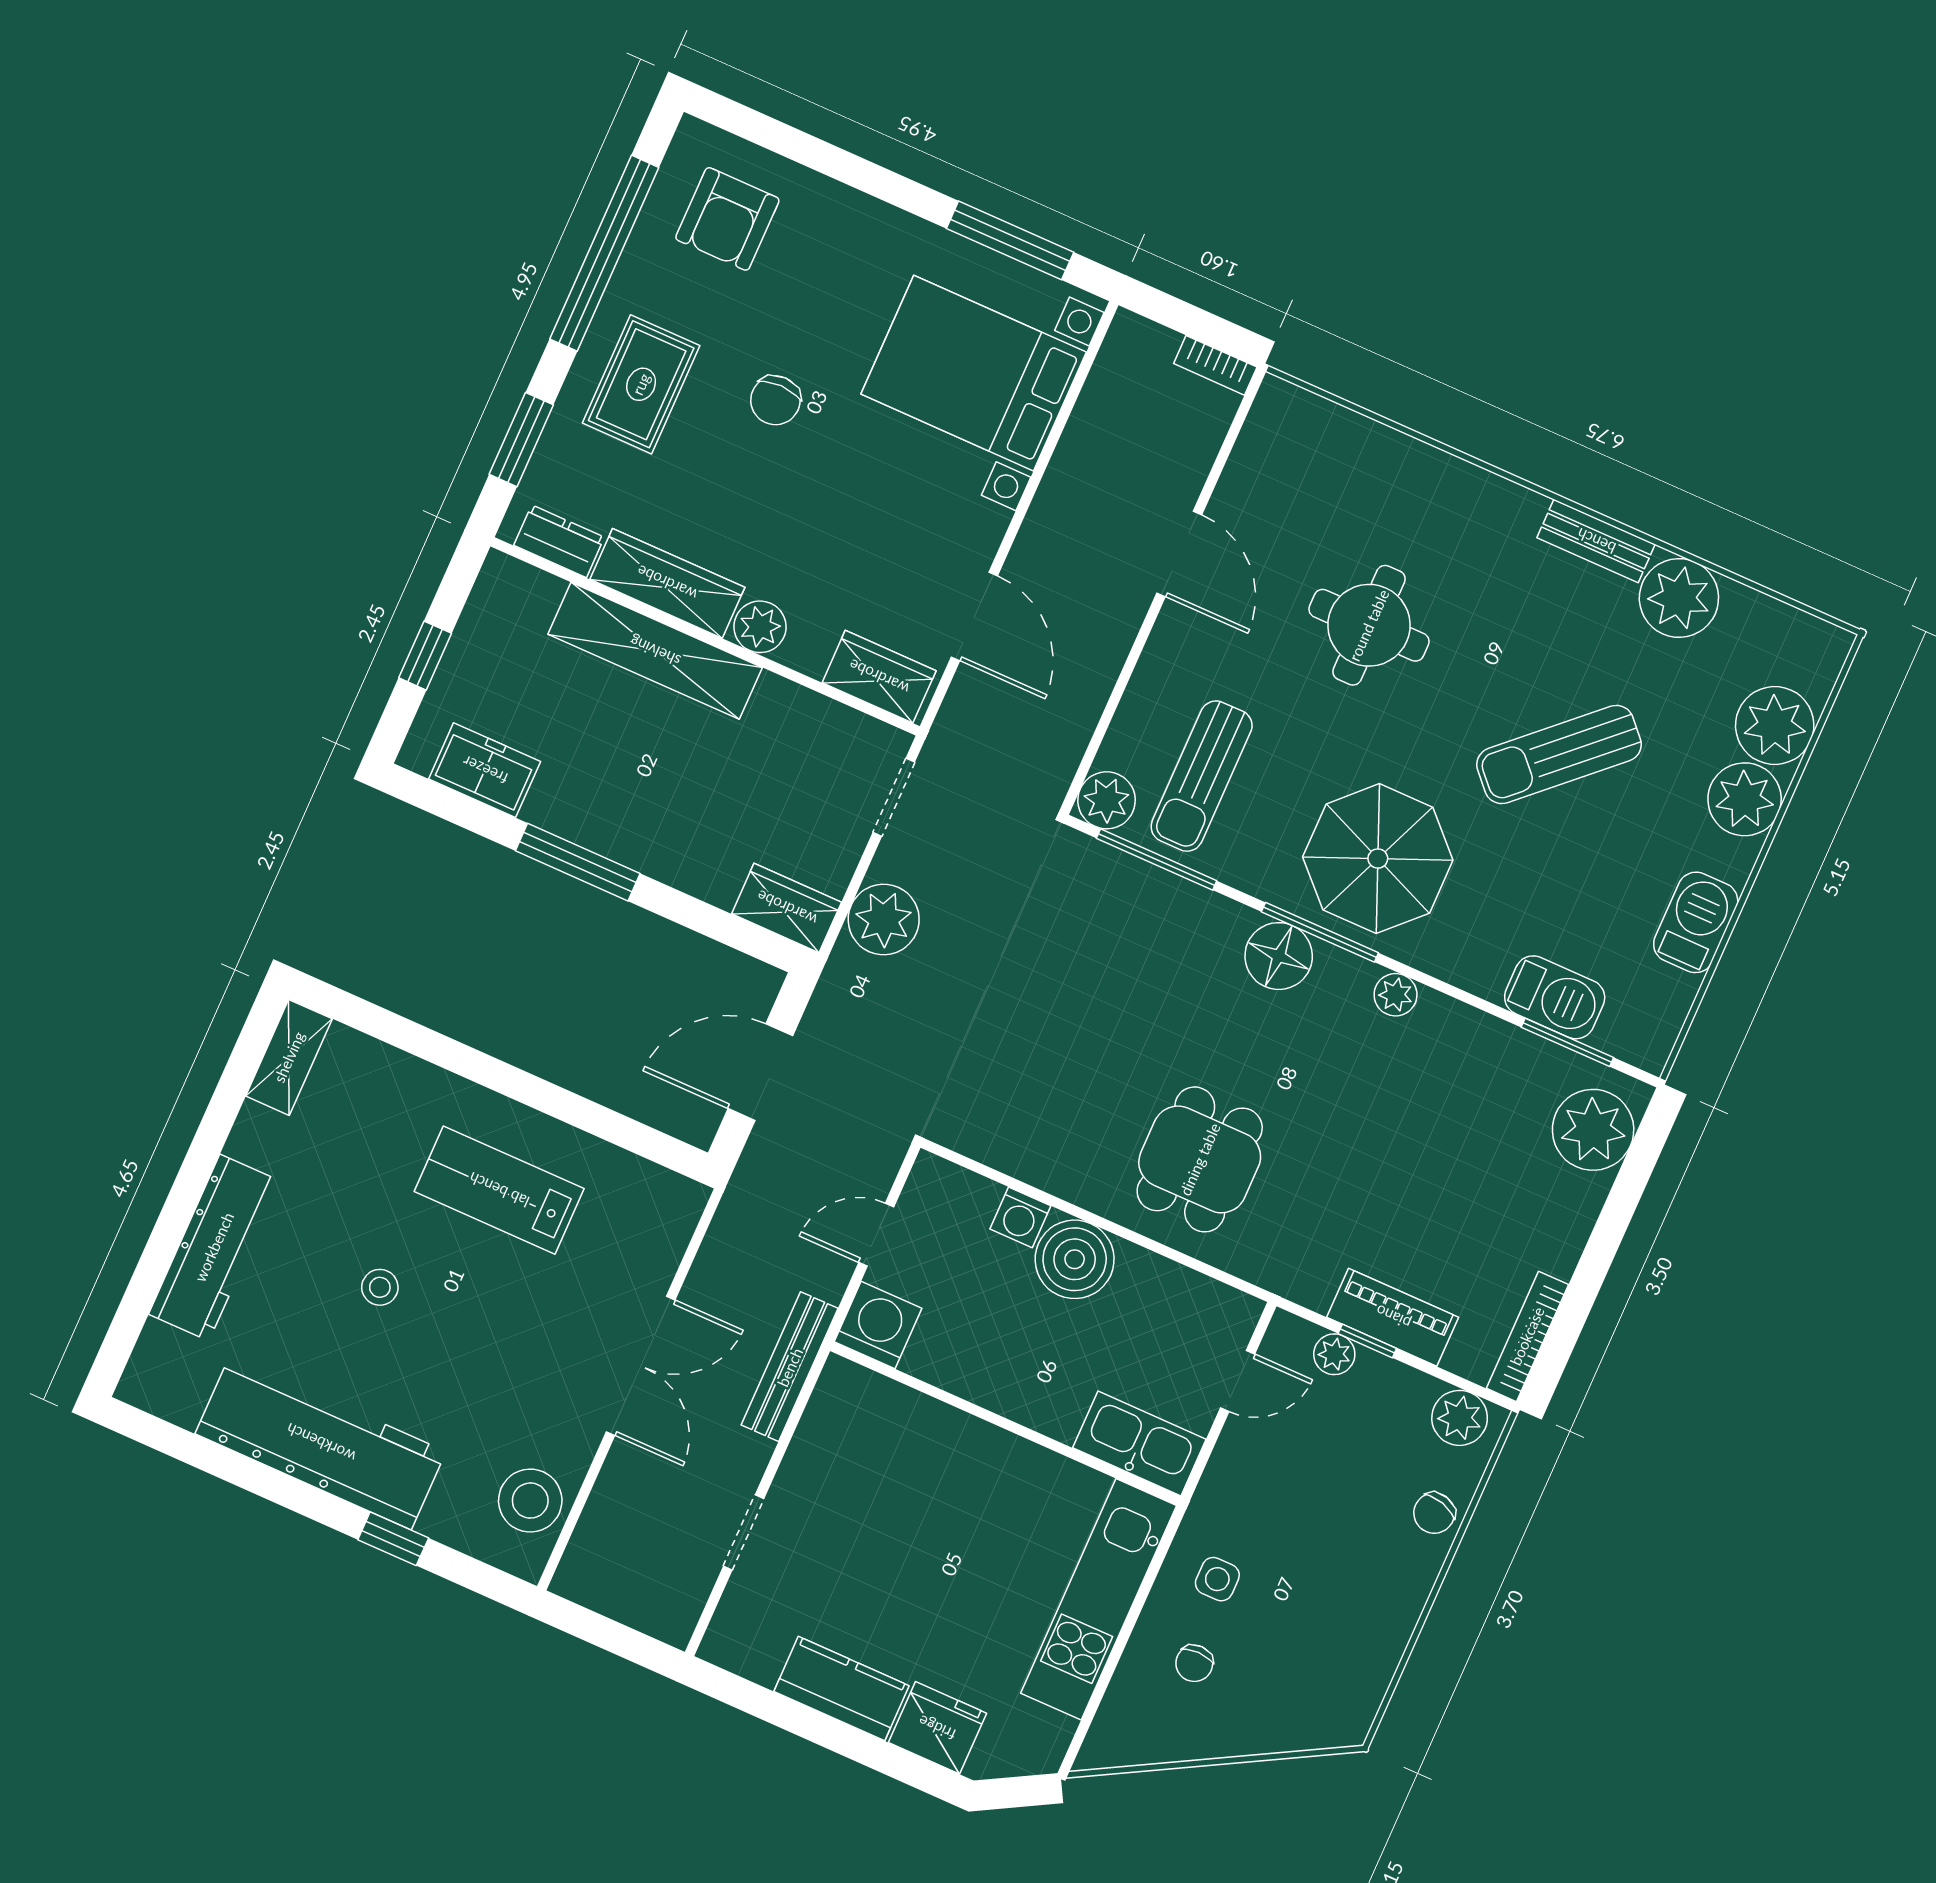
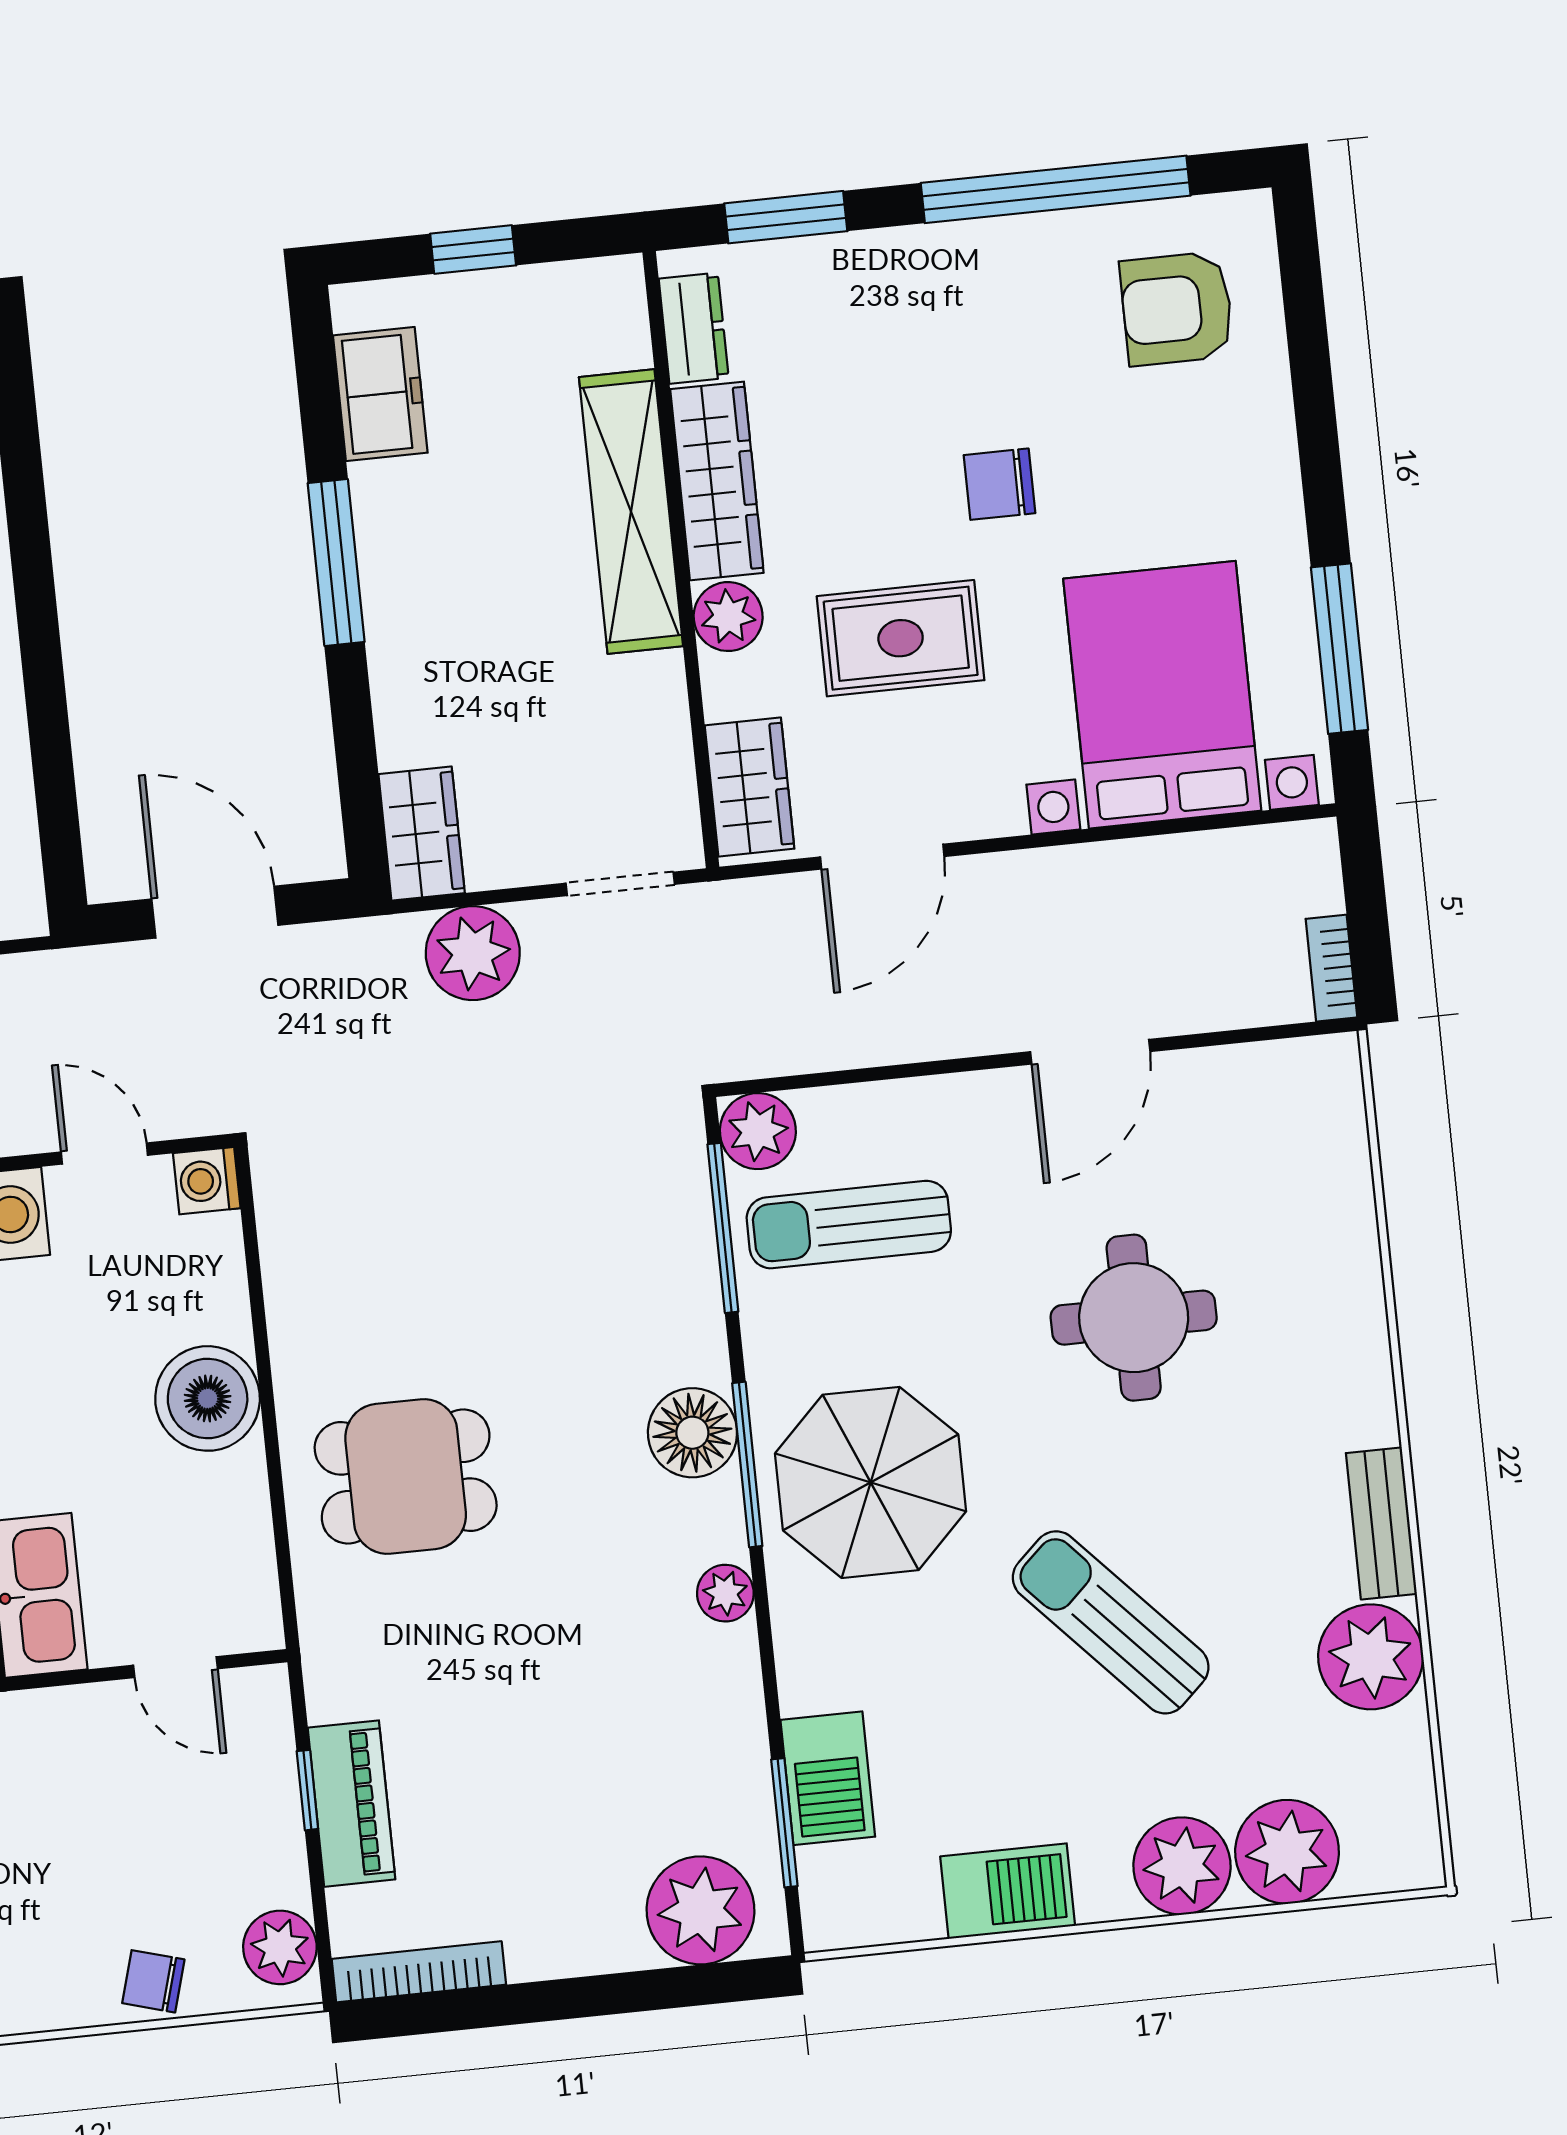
rug: (641, 384) -> (901, 638), moved
washing machine: (1020, 1217) -> (207, 1181), moved
plant: (1334, 1354) -> (270, 1761), removed

